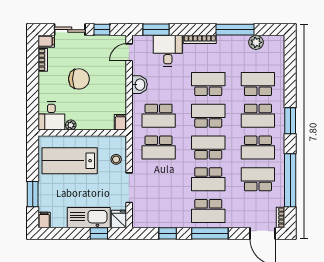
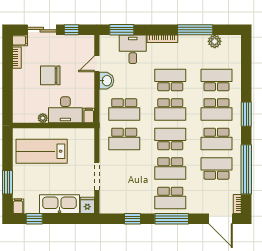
door: (129, 52) -> (97, 64), moved
chair: (79, 79) -> (50, 75), turned 180
desk: (51, 116) -> (65, 110), moved, width x1.37
school desk: (208, 116) -> (170, 109), turned 180
stool: (116, 159) -> (85, 150), removed
window: (99, 233) -> (34, 219), moved

